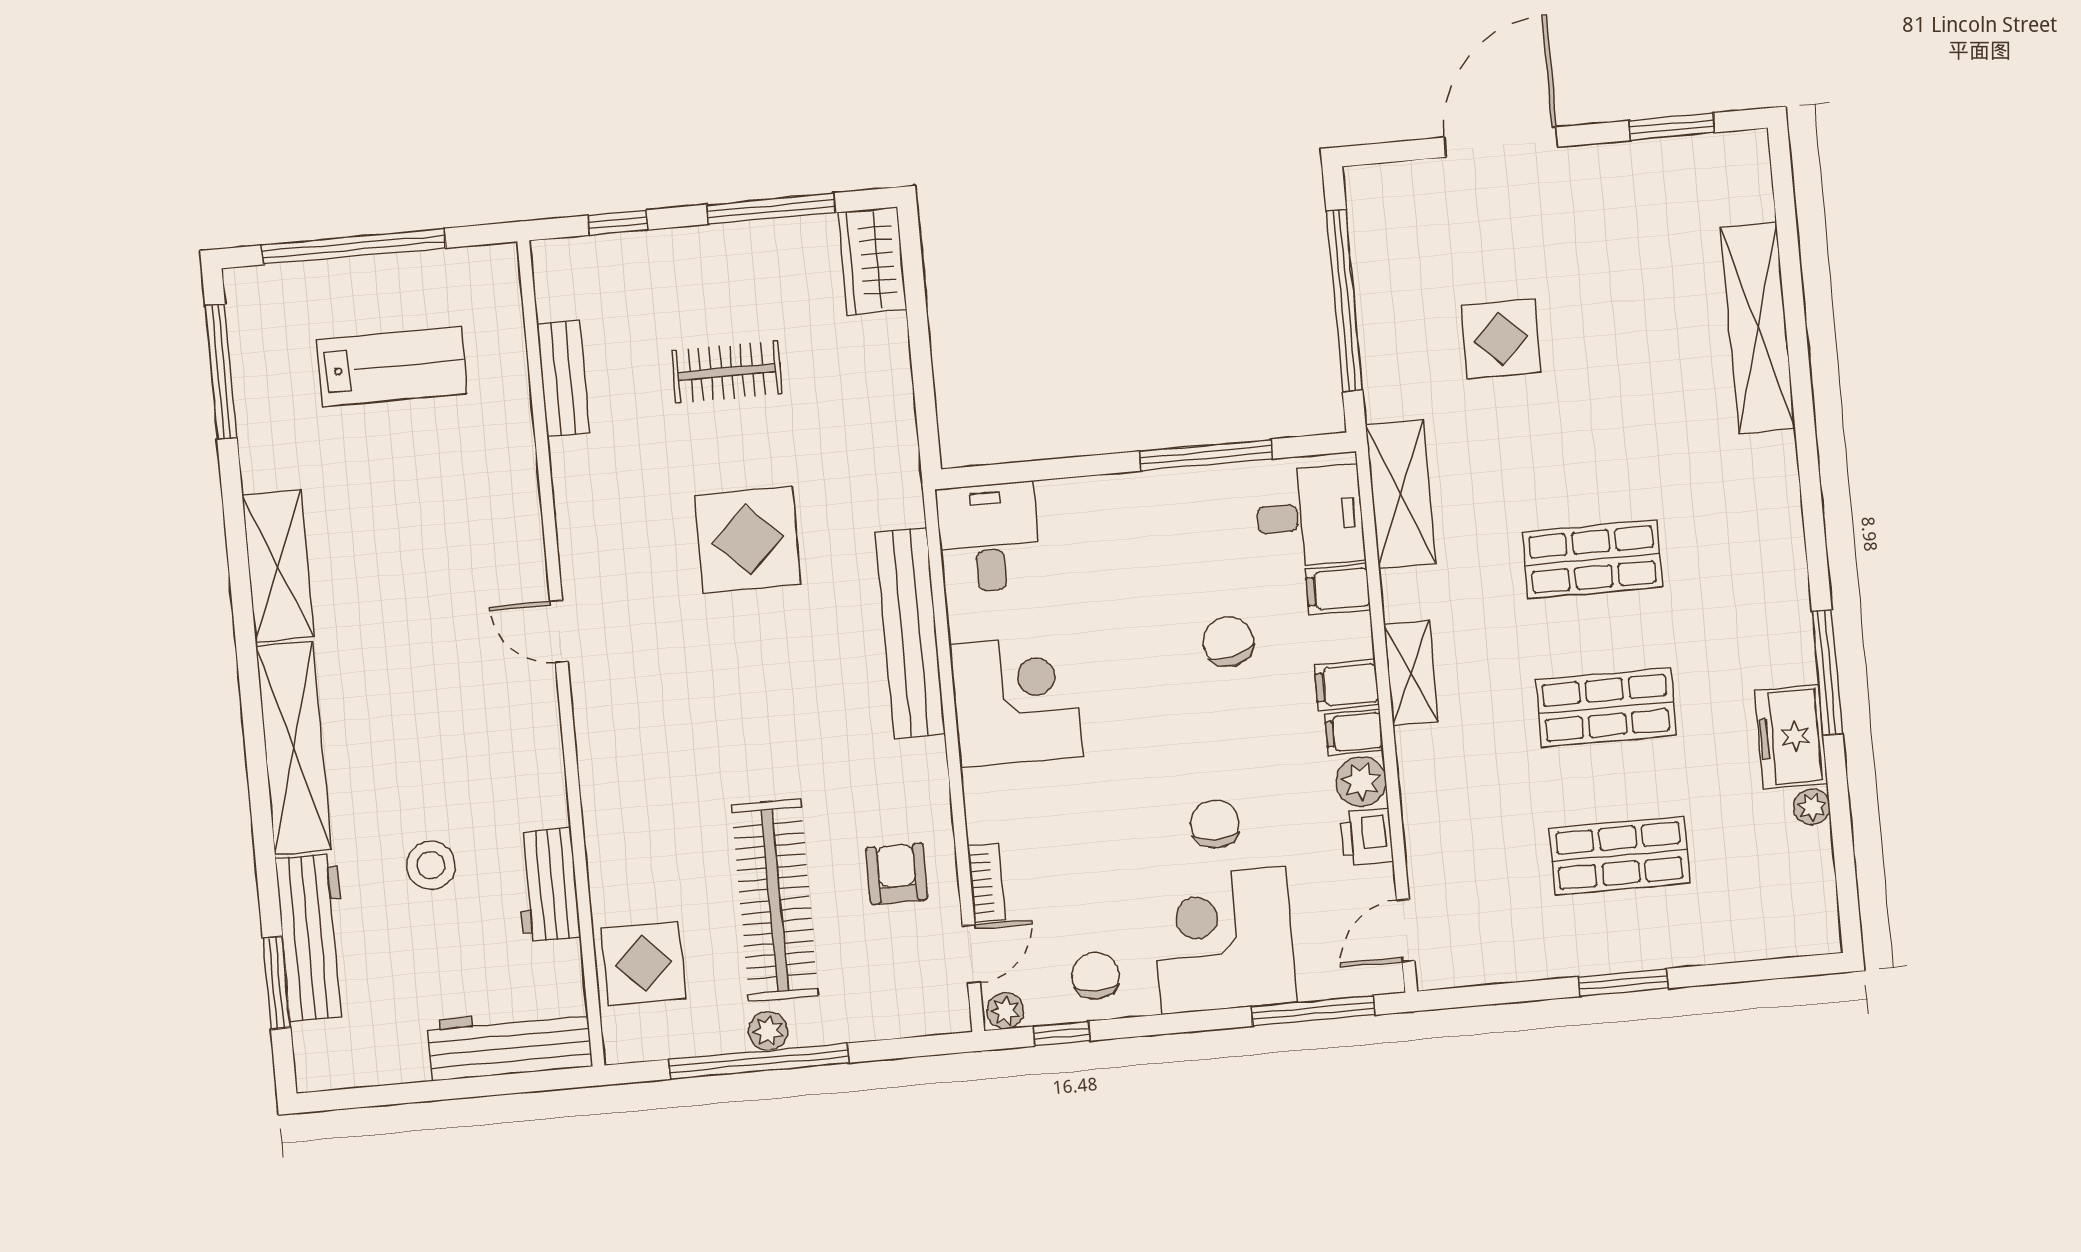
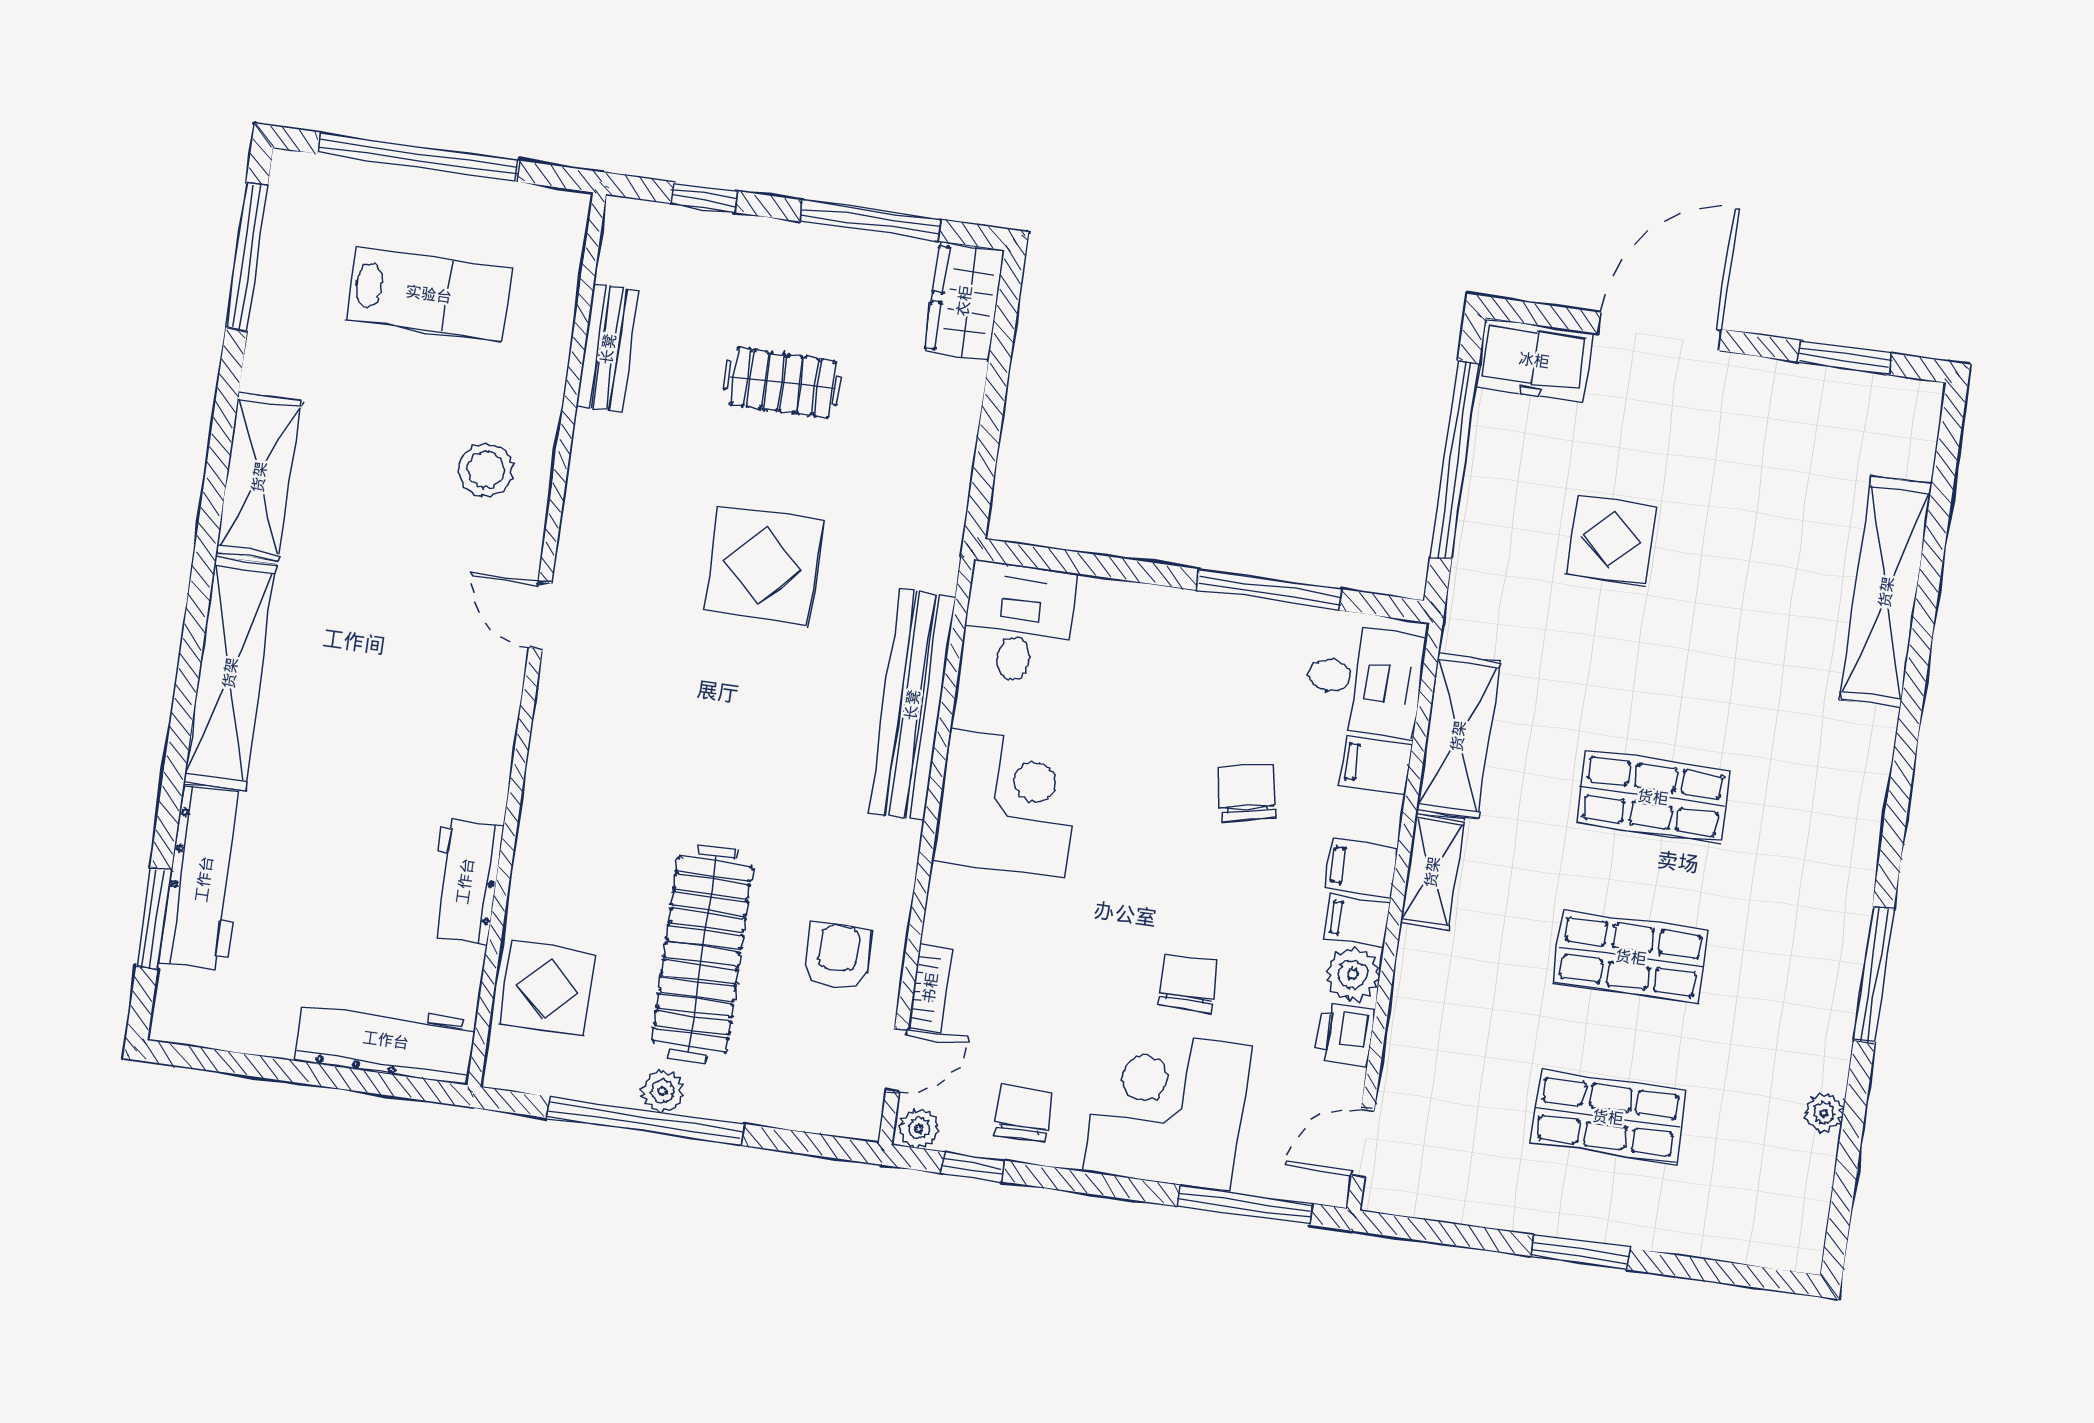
shelving: (1401, 494) -> (1458, 736), moved
freezer: (1791, 737) -> (1534, 360), moved, turned -90
stool: (431, 865) -> (486, 470), moved

